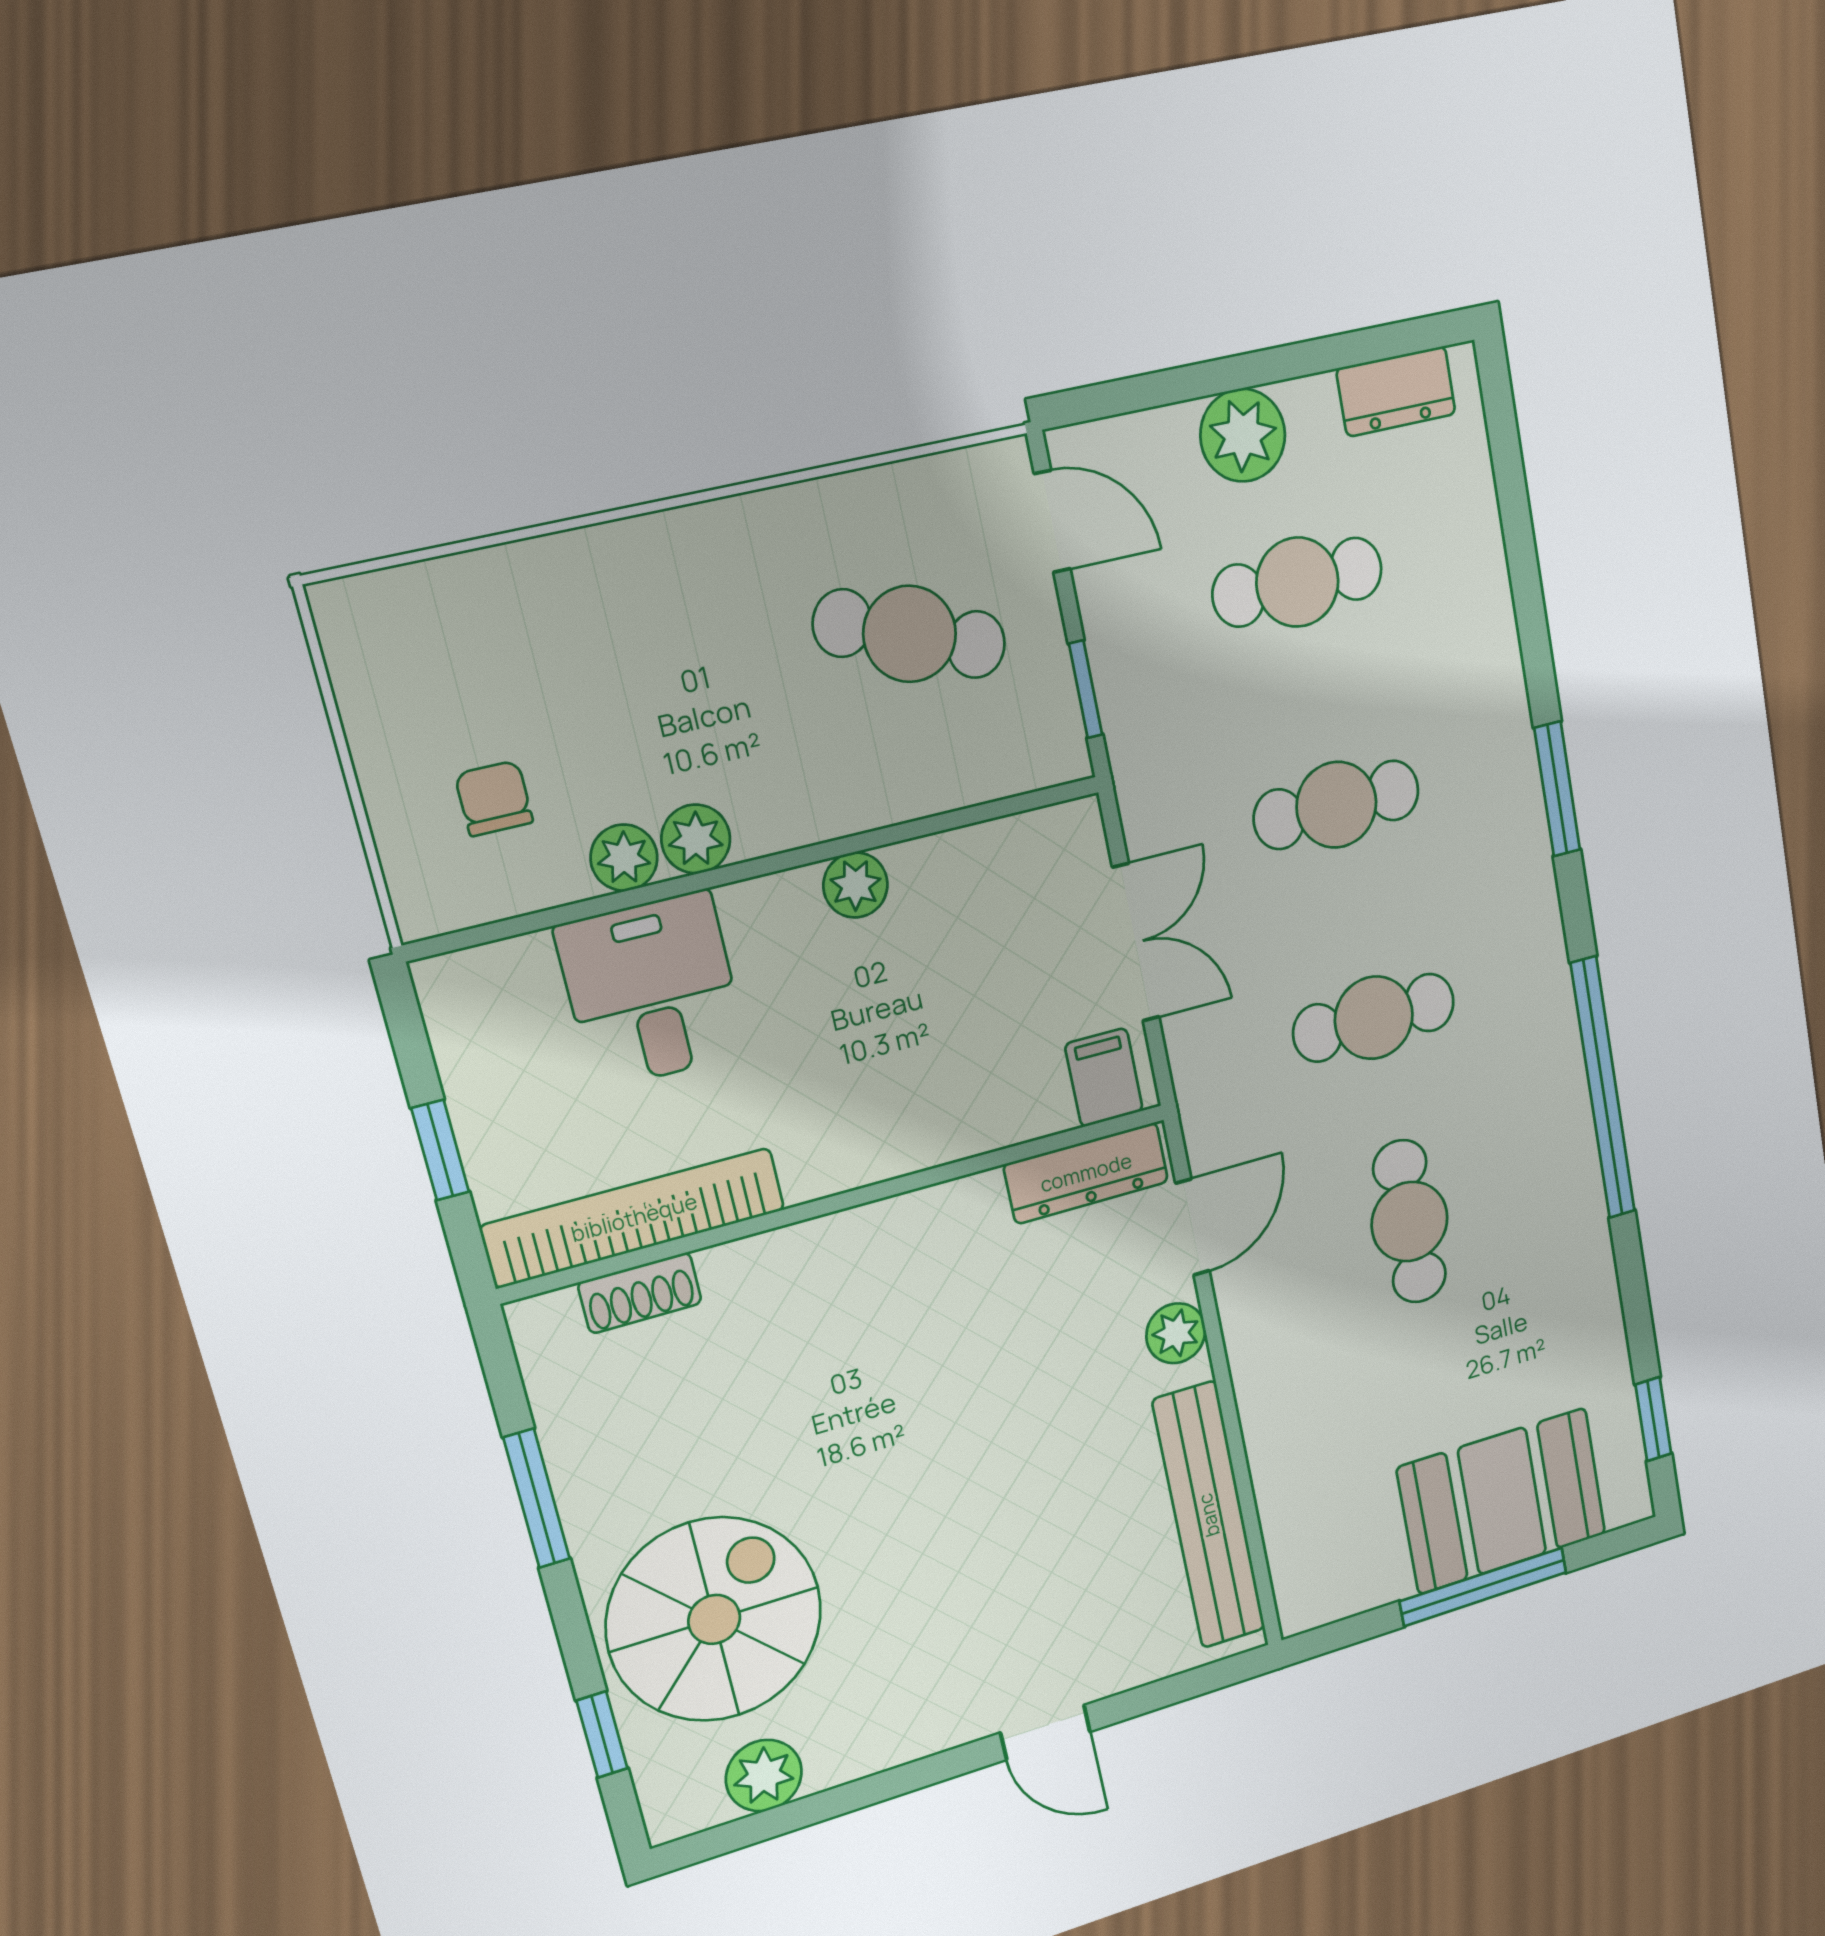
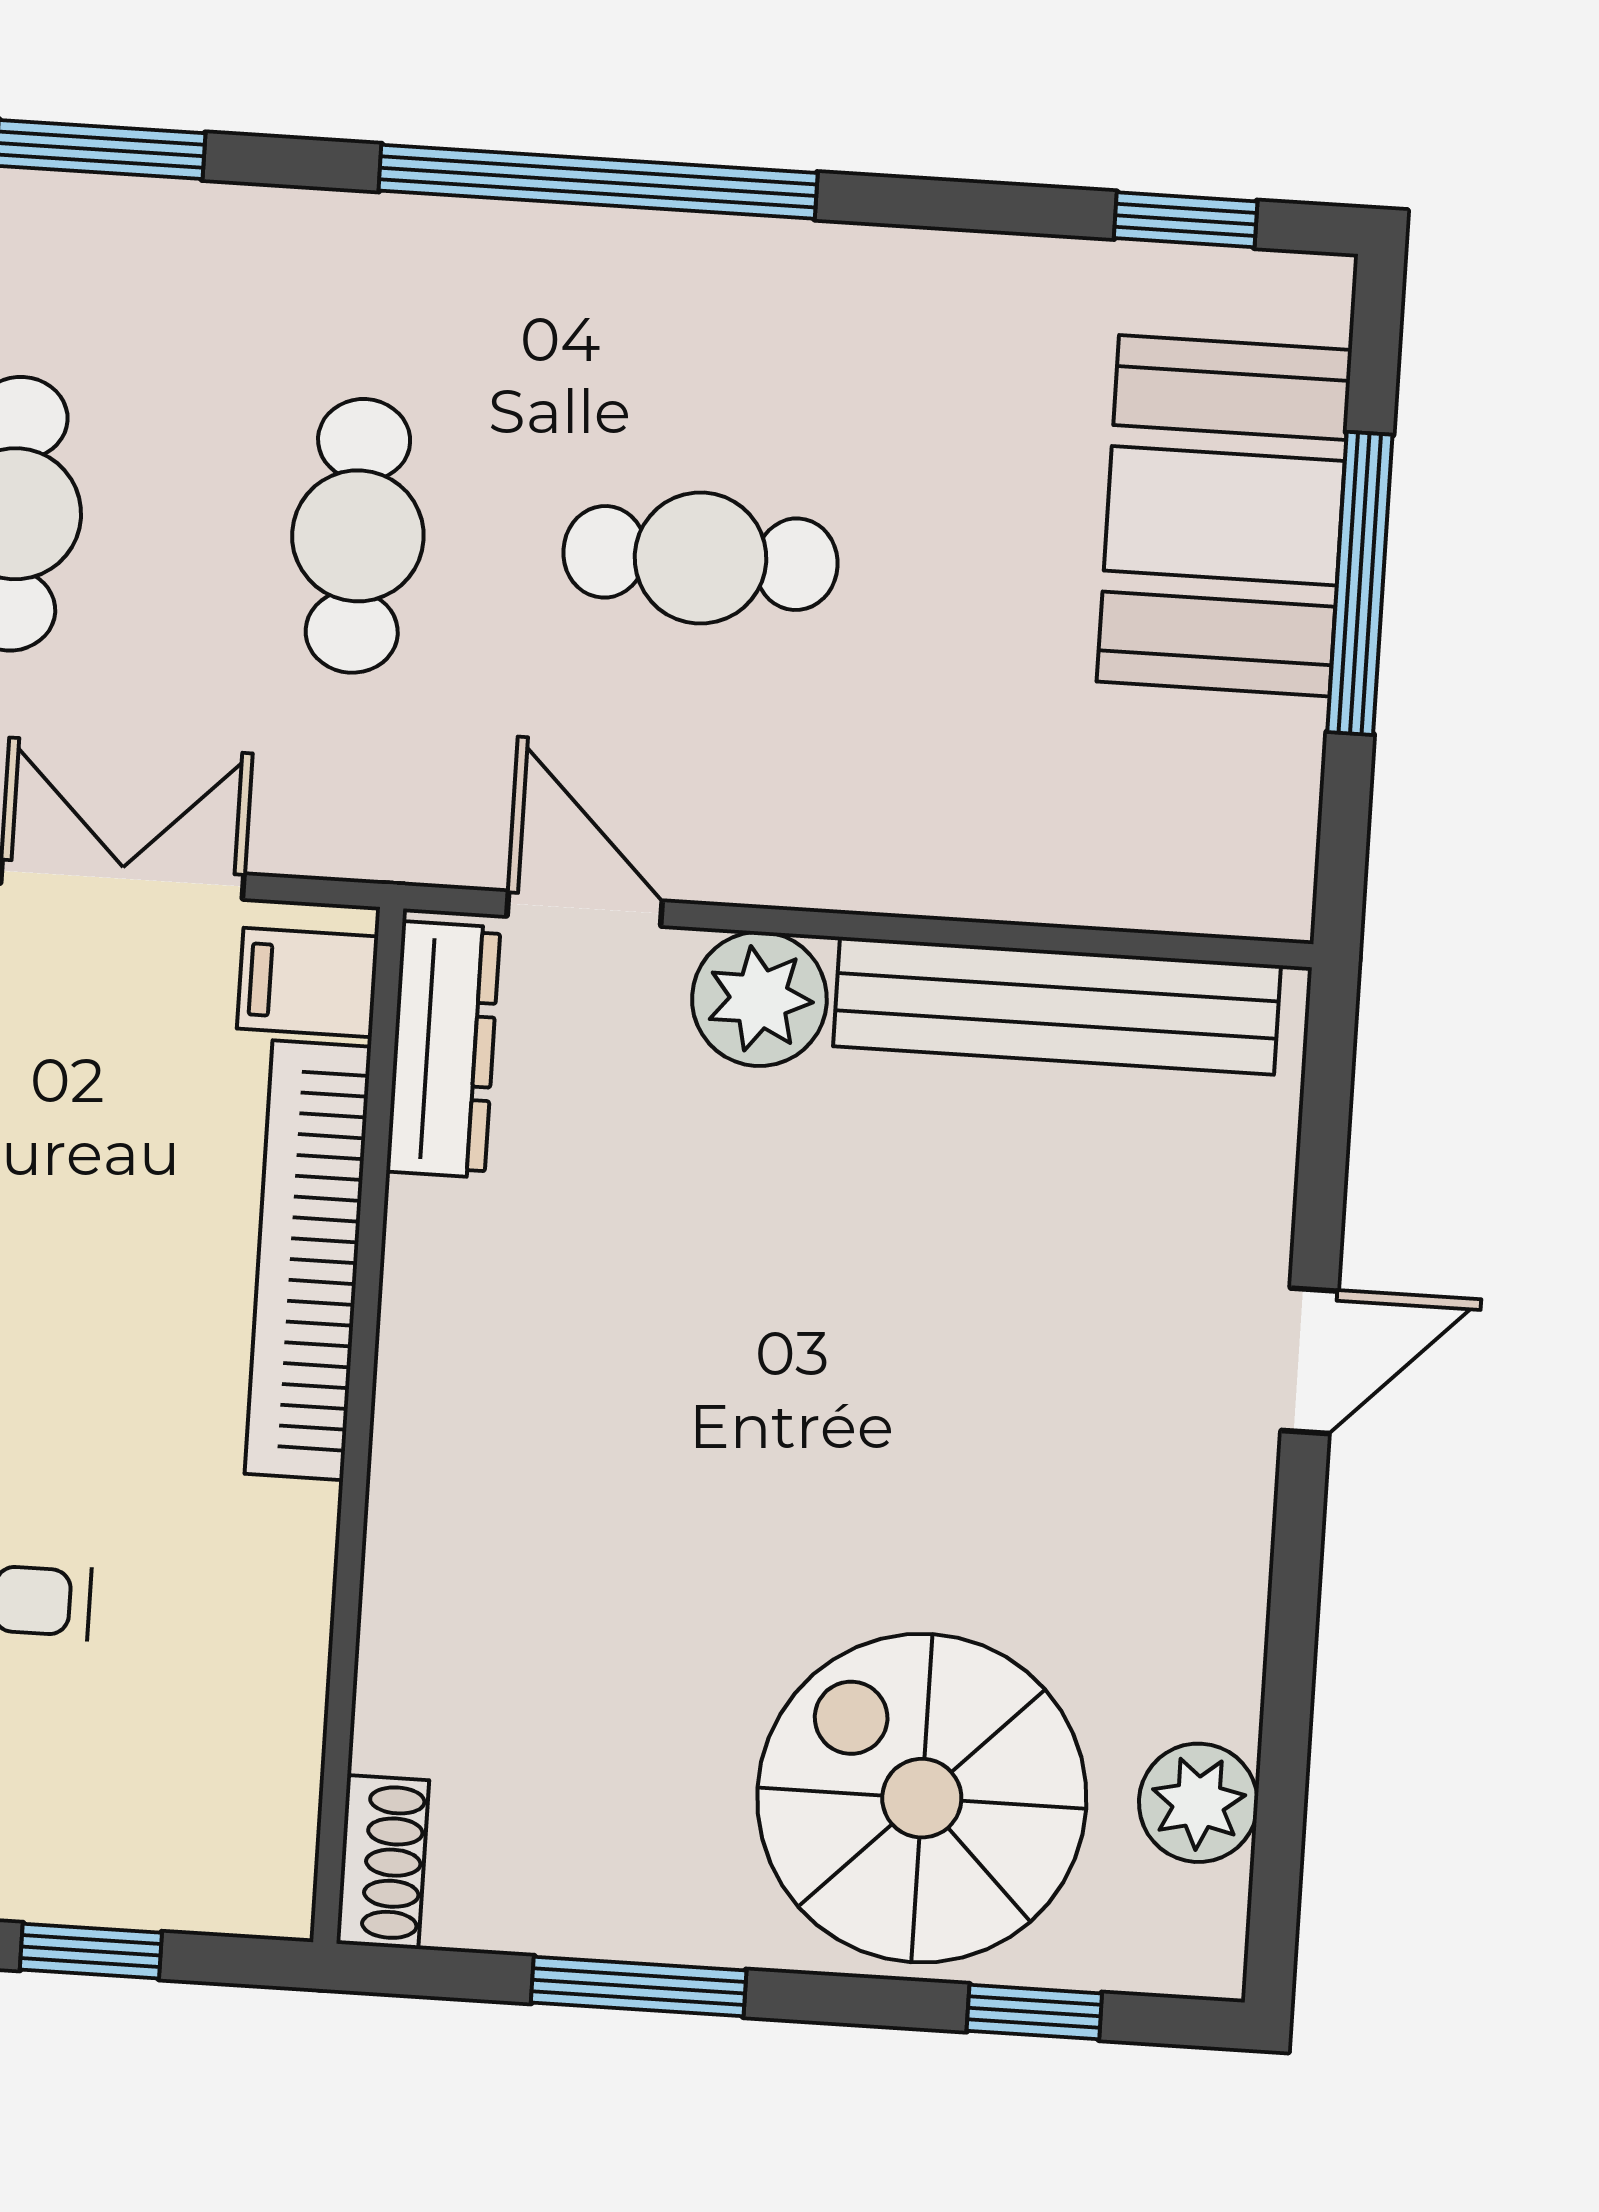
bookcase: (634, 1218) -> (308, 1260), moved
shoe rack: (640, 1293) -> (383, 1862), moved
plant: (1176, 1333) -> (759, 999), width x1.38, depth x1.38

